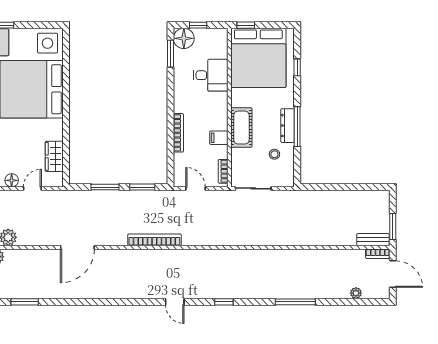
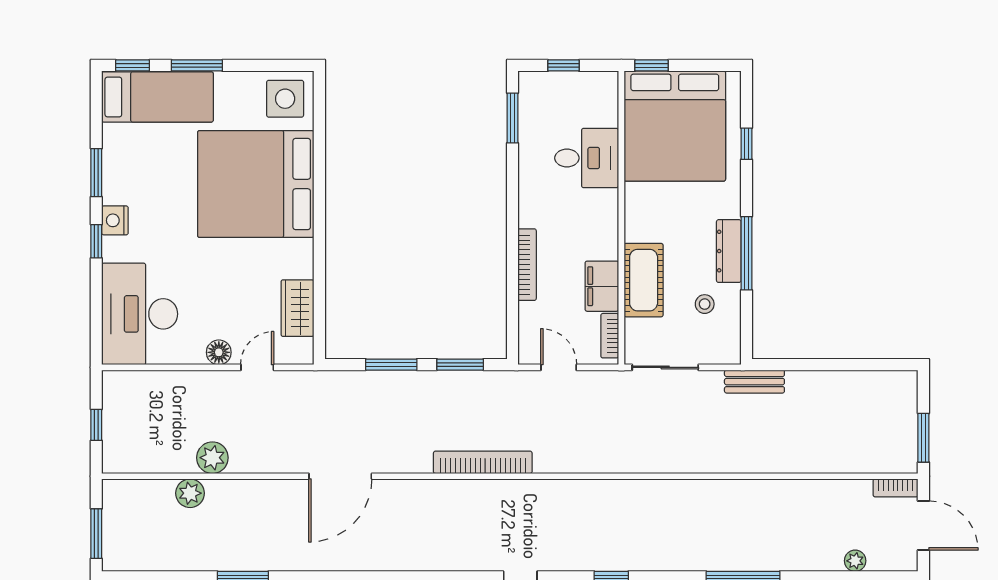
floor lamp: (184, 38) -> (537, 90), removed
cot: (241, 127) -> (644, 280), moved
filing cabinet: (219, 138) -> (602, 286), width x2.00
bench: (373, 240) -> (754, 382), moved

